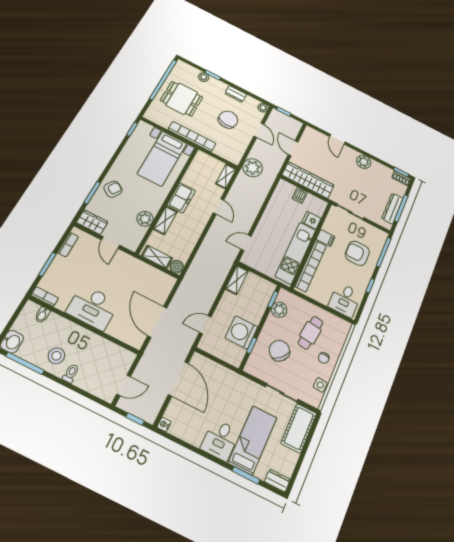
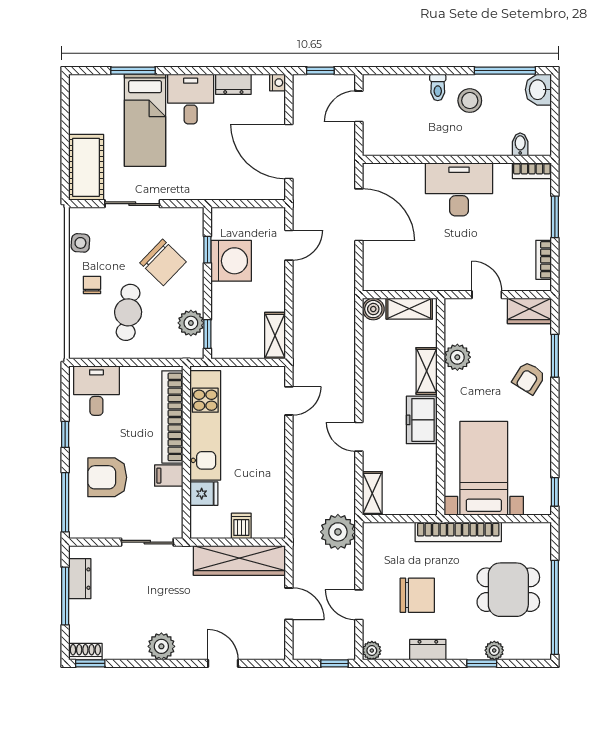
chair: (228, 120) -> (417, 595), turned -98
dresser: (392, 208) -> (80, 579), width x0.70
armchair: (357, 253) -> (107, 477), turned 180
dresser: (277, 480) -> (233, 84), moved

